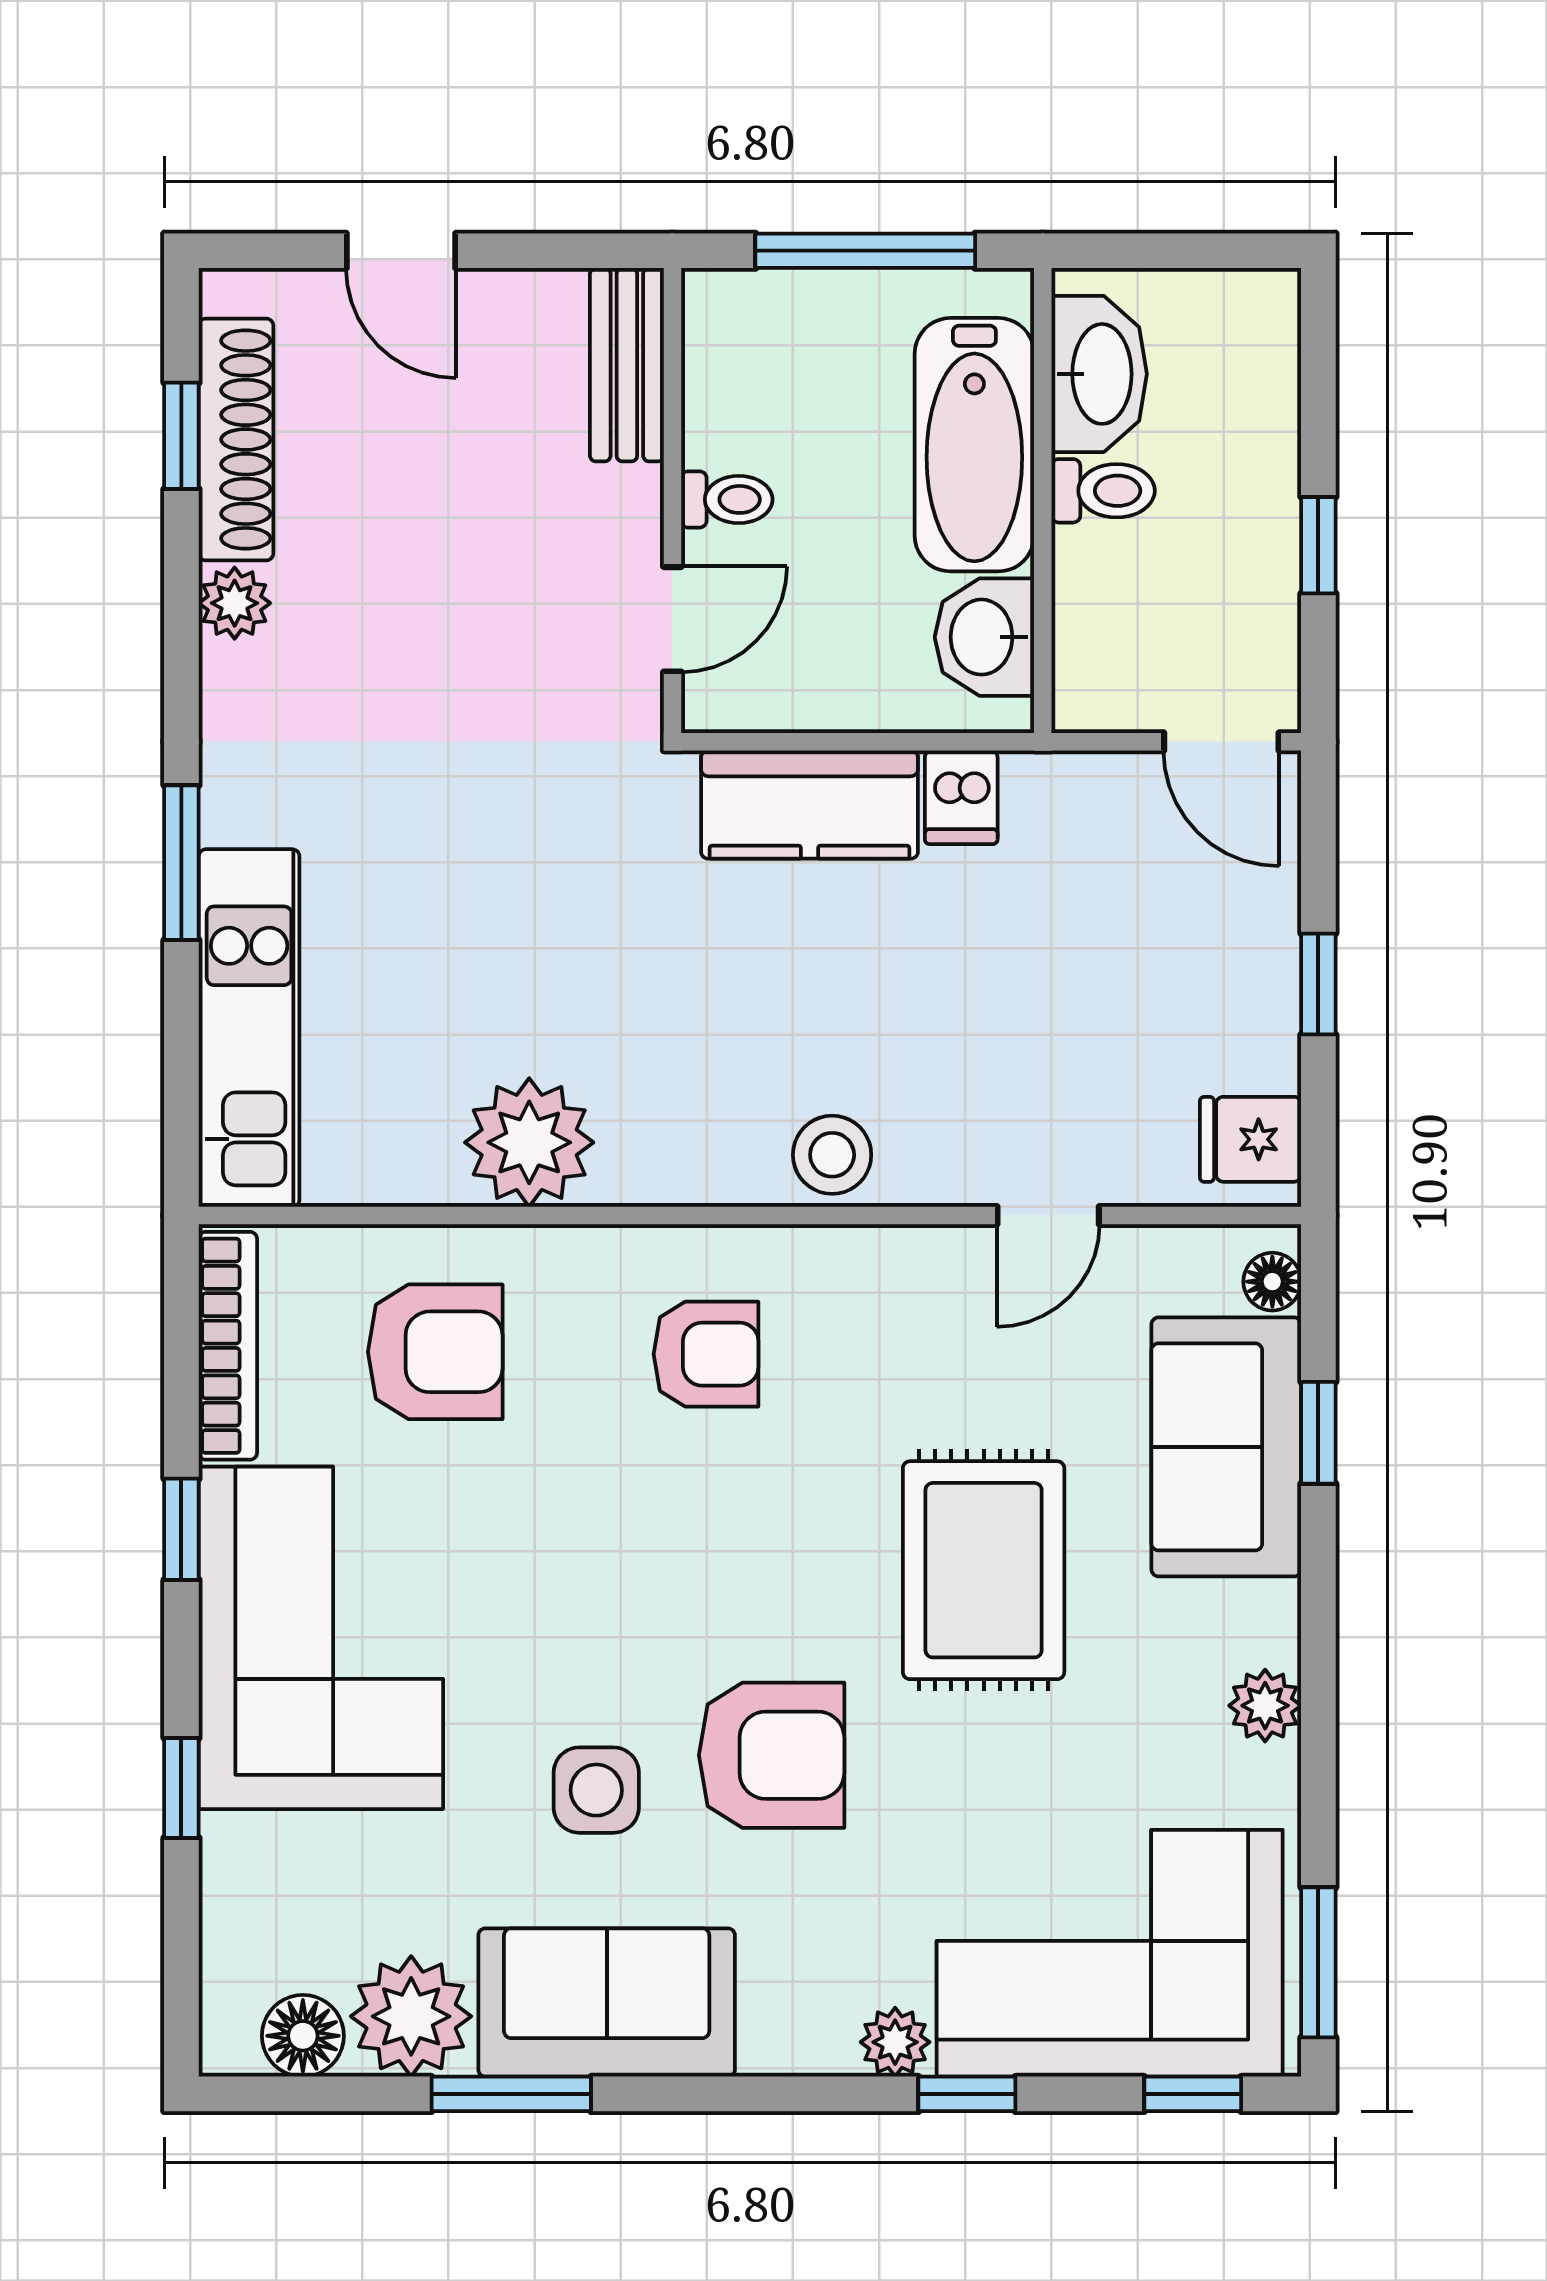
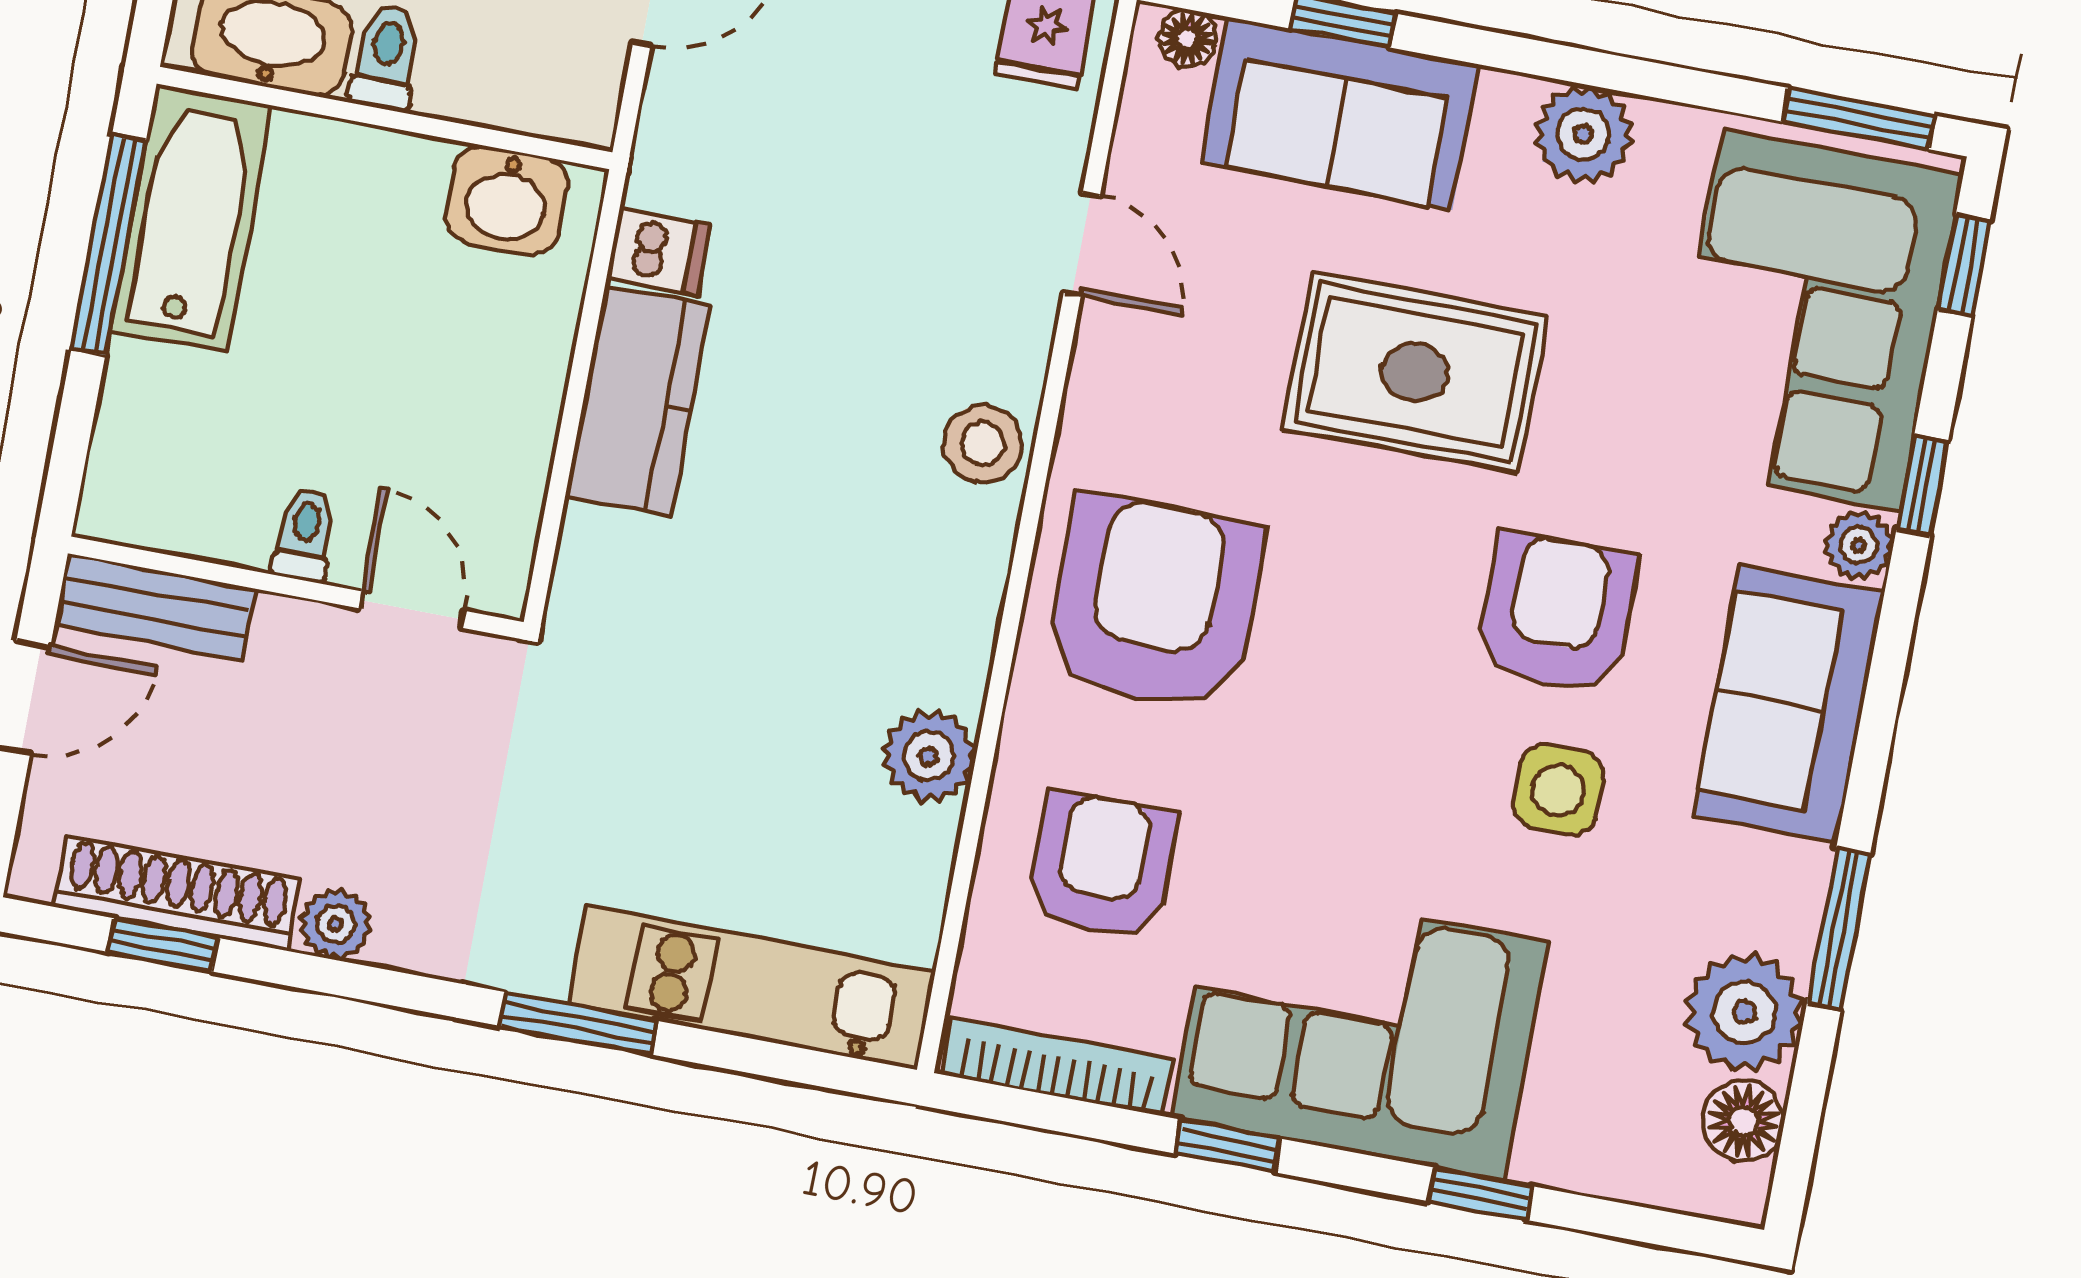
bench: (627, 365) -> (155, 607), moved
bathtub: (974, 445) -> (191, 218), moved, turned -90
toilet: (727, 499) -> (305, 535), moved
wall: (672, 501) -> (296, 588), moved
door: (672, 619) -> (411, 610), moved
plant: (529, 1142) -> (929, 756), width x0.73, depth x0.73
armchair: (706, 1354) -> (1154, 603), width x1.88, depth x1.88
plant: (1265, 1706) -> (1583, 134), width x1.38, depth x1.38
sofa: (607, 2003) -> (1789, 704), moved

